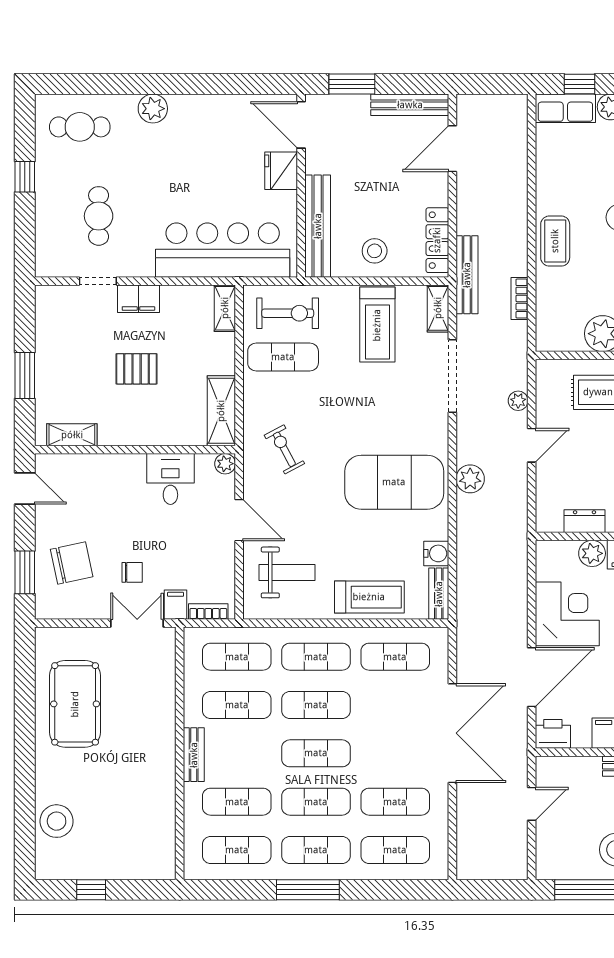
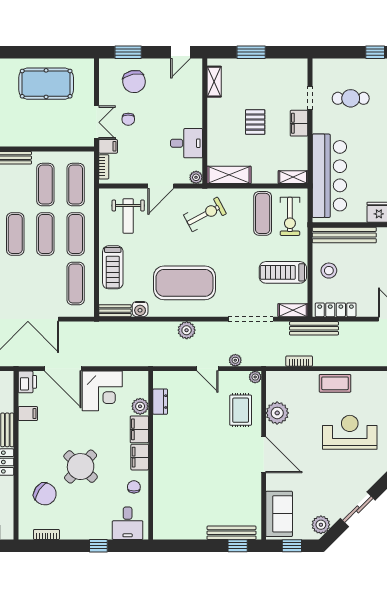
plant: (545, 369) -> (255, 377), added
exercise bike: (284, 449) -> (205, 214), width x1.38, depth x1.39
exercise mat: (394, 482) -> (184, 283), turned 90

